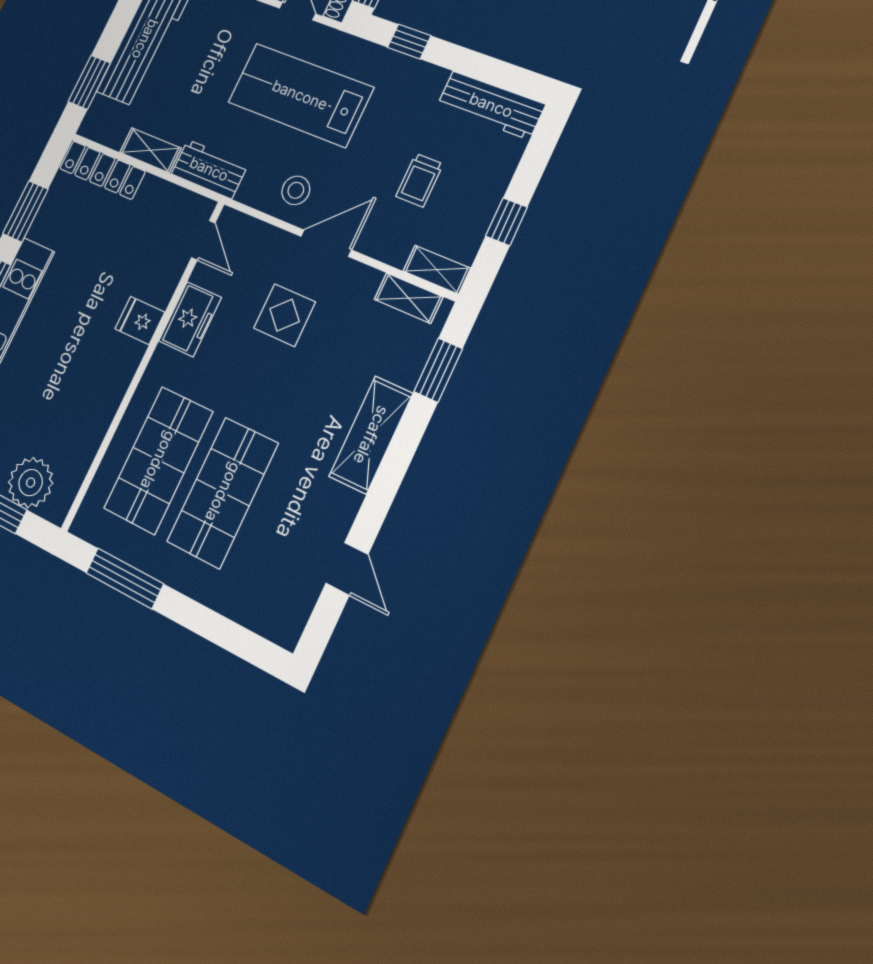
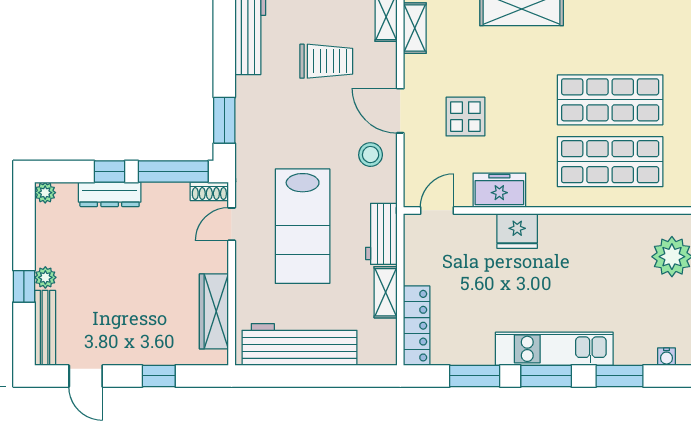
window: (409, 42) -> (224, 120), width x1.50
window: (89, 82) -> (352, 376), removed
lab bench: (300, 95) -> (303, 226), moved
trolley: (419, 180) -> (326, 61), width x1.36, depth x1.39
fridge: (140, 320) -> (517, 231), width x1.38

